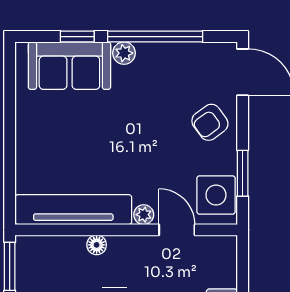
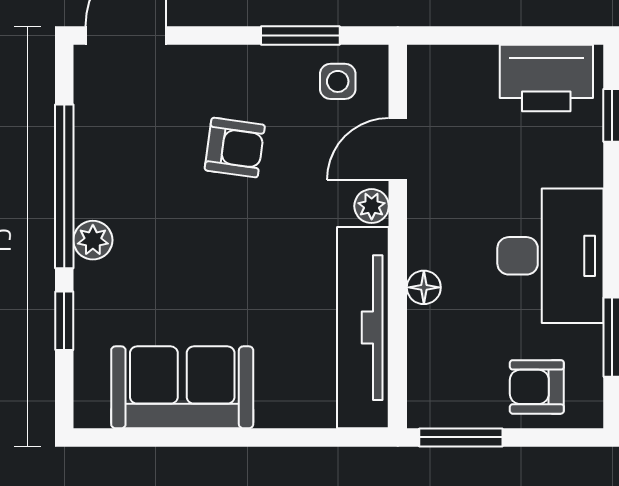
sofa: (69, 66) -> (182, 387), moved, turned -90
armchair: (210, 122) -> (235, 148), moved, turned -46
side table: (216, 195) -> (338, 81), width x0.54, depth x0.54

